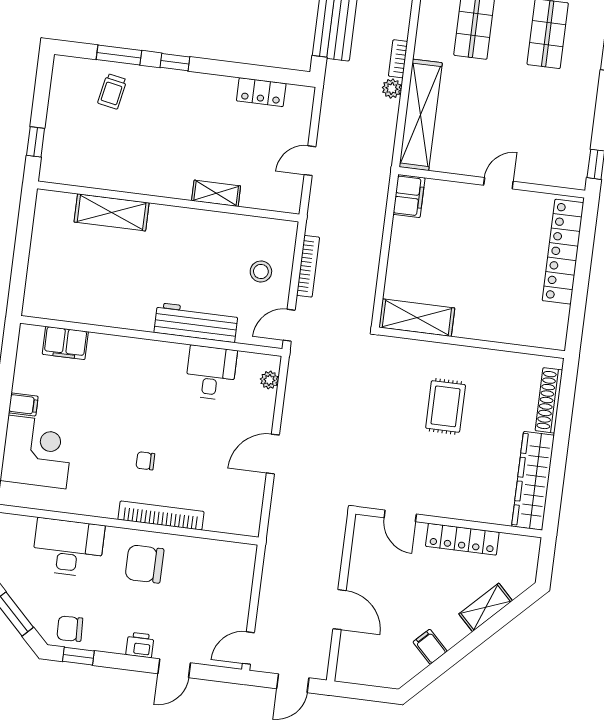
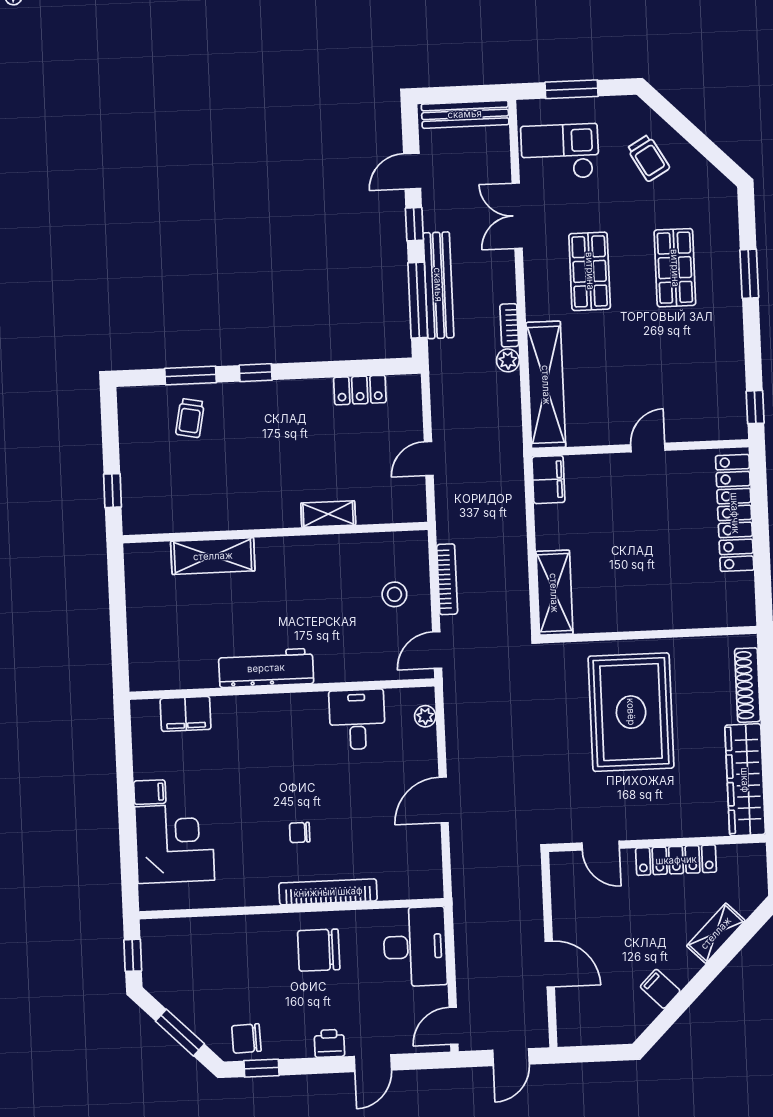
shelving: (417, 318) -> (554, 593), moved, turned 90
workbench: (196, 323) -> (266, 668), moved
rug: (446, 406) -> (631, 712), width x1.86, depth x2.06
desk: (68, 548) -> (415, 947), moved, turned 90

